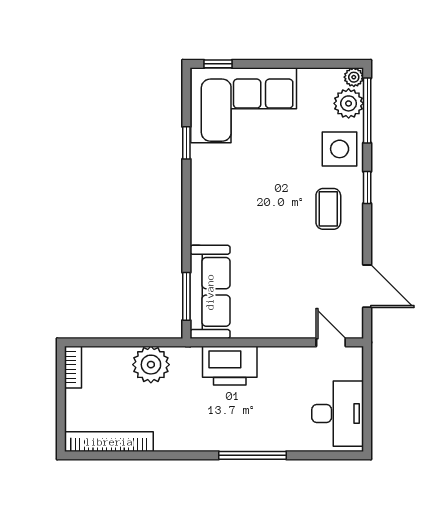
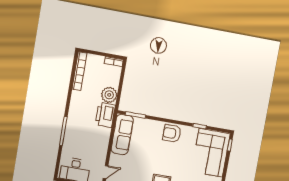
armchair: (214, 205) -> (172, 133), added
sofa: (210, 292) -> (122, 135), moved, turned -90
printer: (230, 366) -> (105, 115), moved

